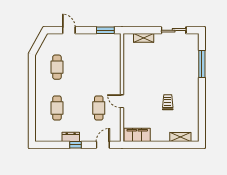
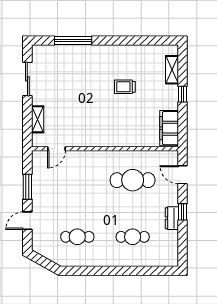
window: (105, 30) -> (27, 187), moved
door: (122, 101) -> (57, 149), moved
cafe table: (99, 108) -> (133, 180), width x1.37, depth x1.35
window: (162, 145) -> (182, 94), added

